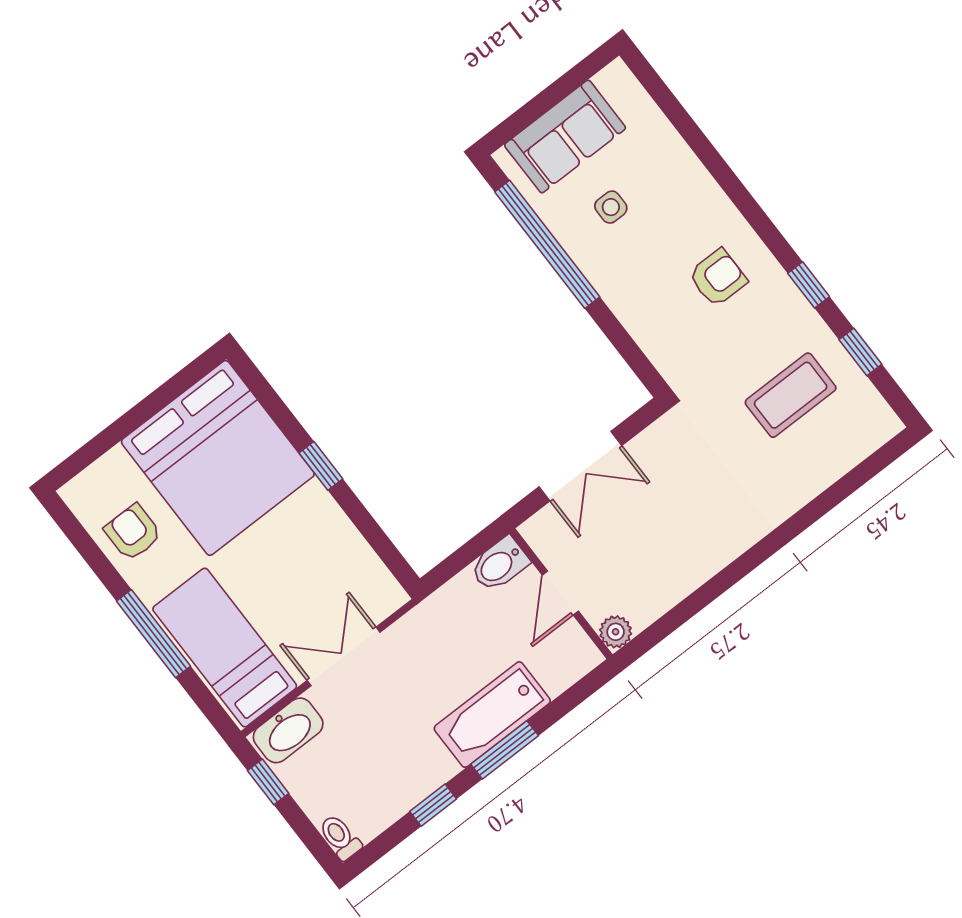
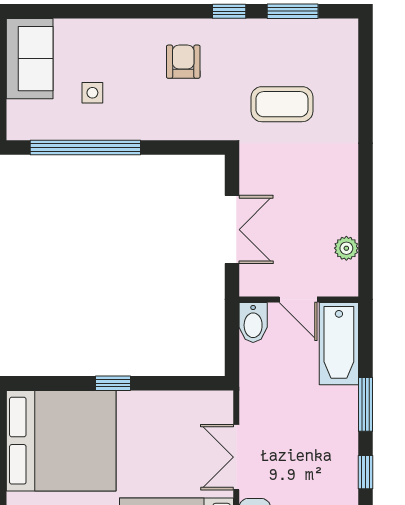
sofa: (565, 136) -> (30, 59), moved
window: (860, 352) -> (293, 11), width x1.50
coffee table: (791, 395) -> (282, 104), moved, turned 90
plant: (616, 632) -> (346, 248), moved
bathtub: (492, 715) -> (339, 344), moved

